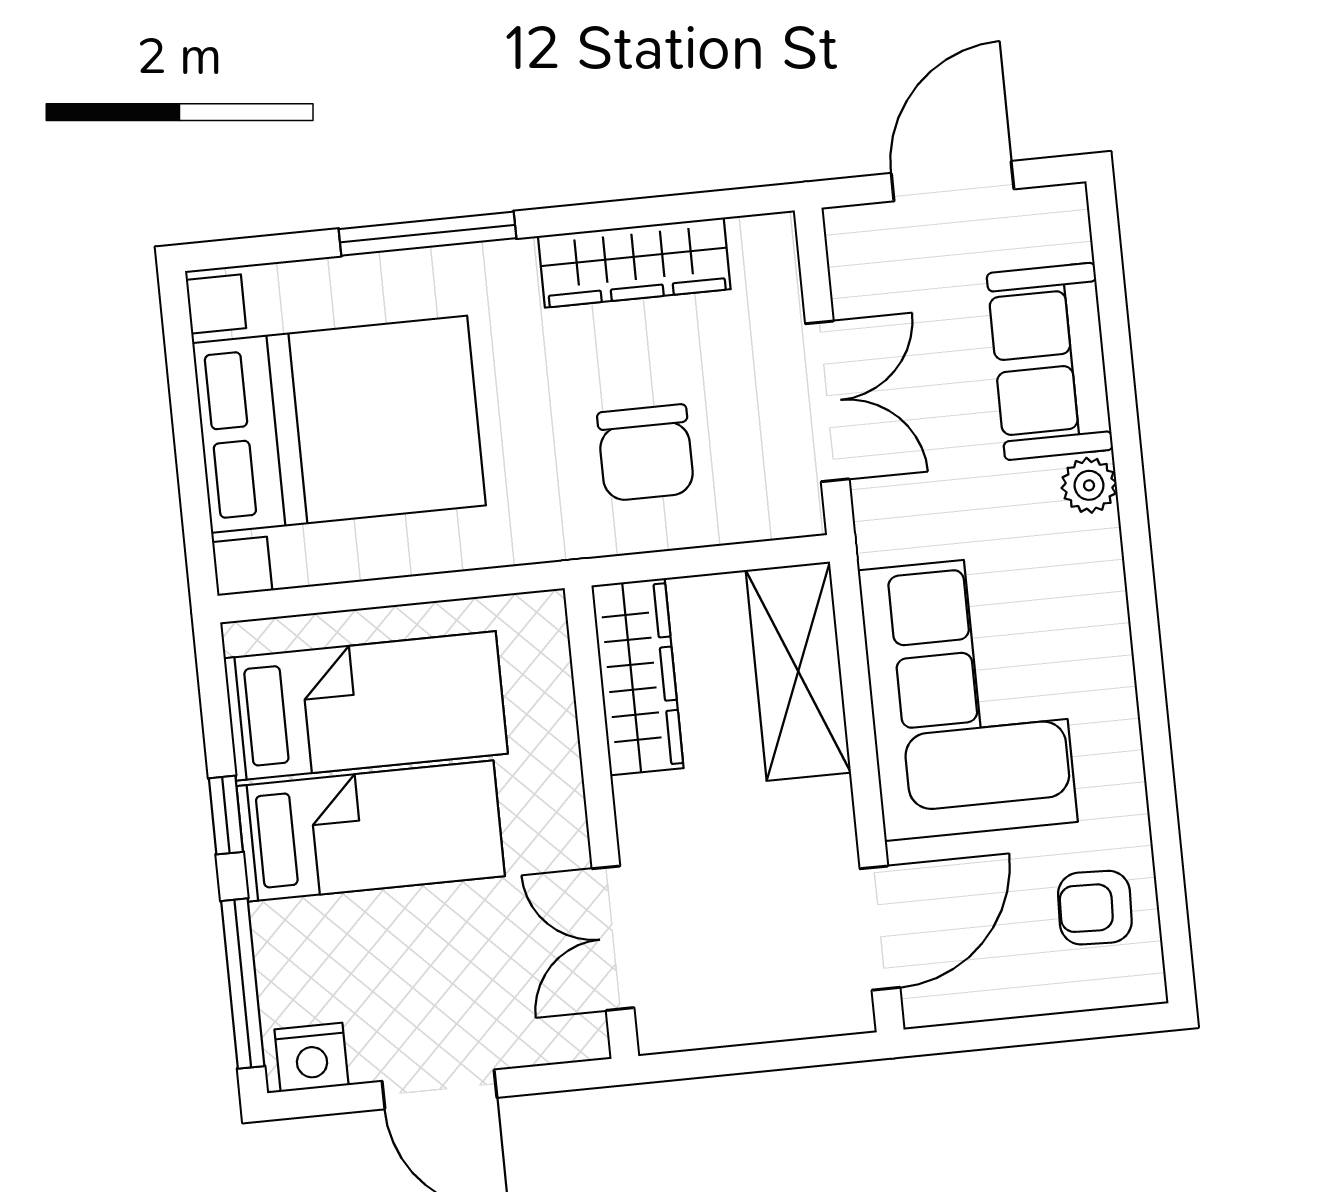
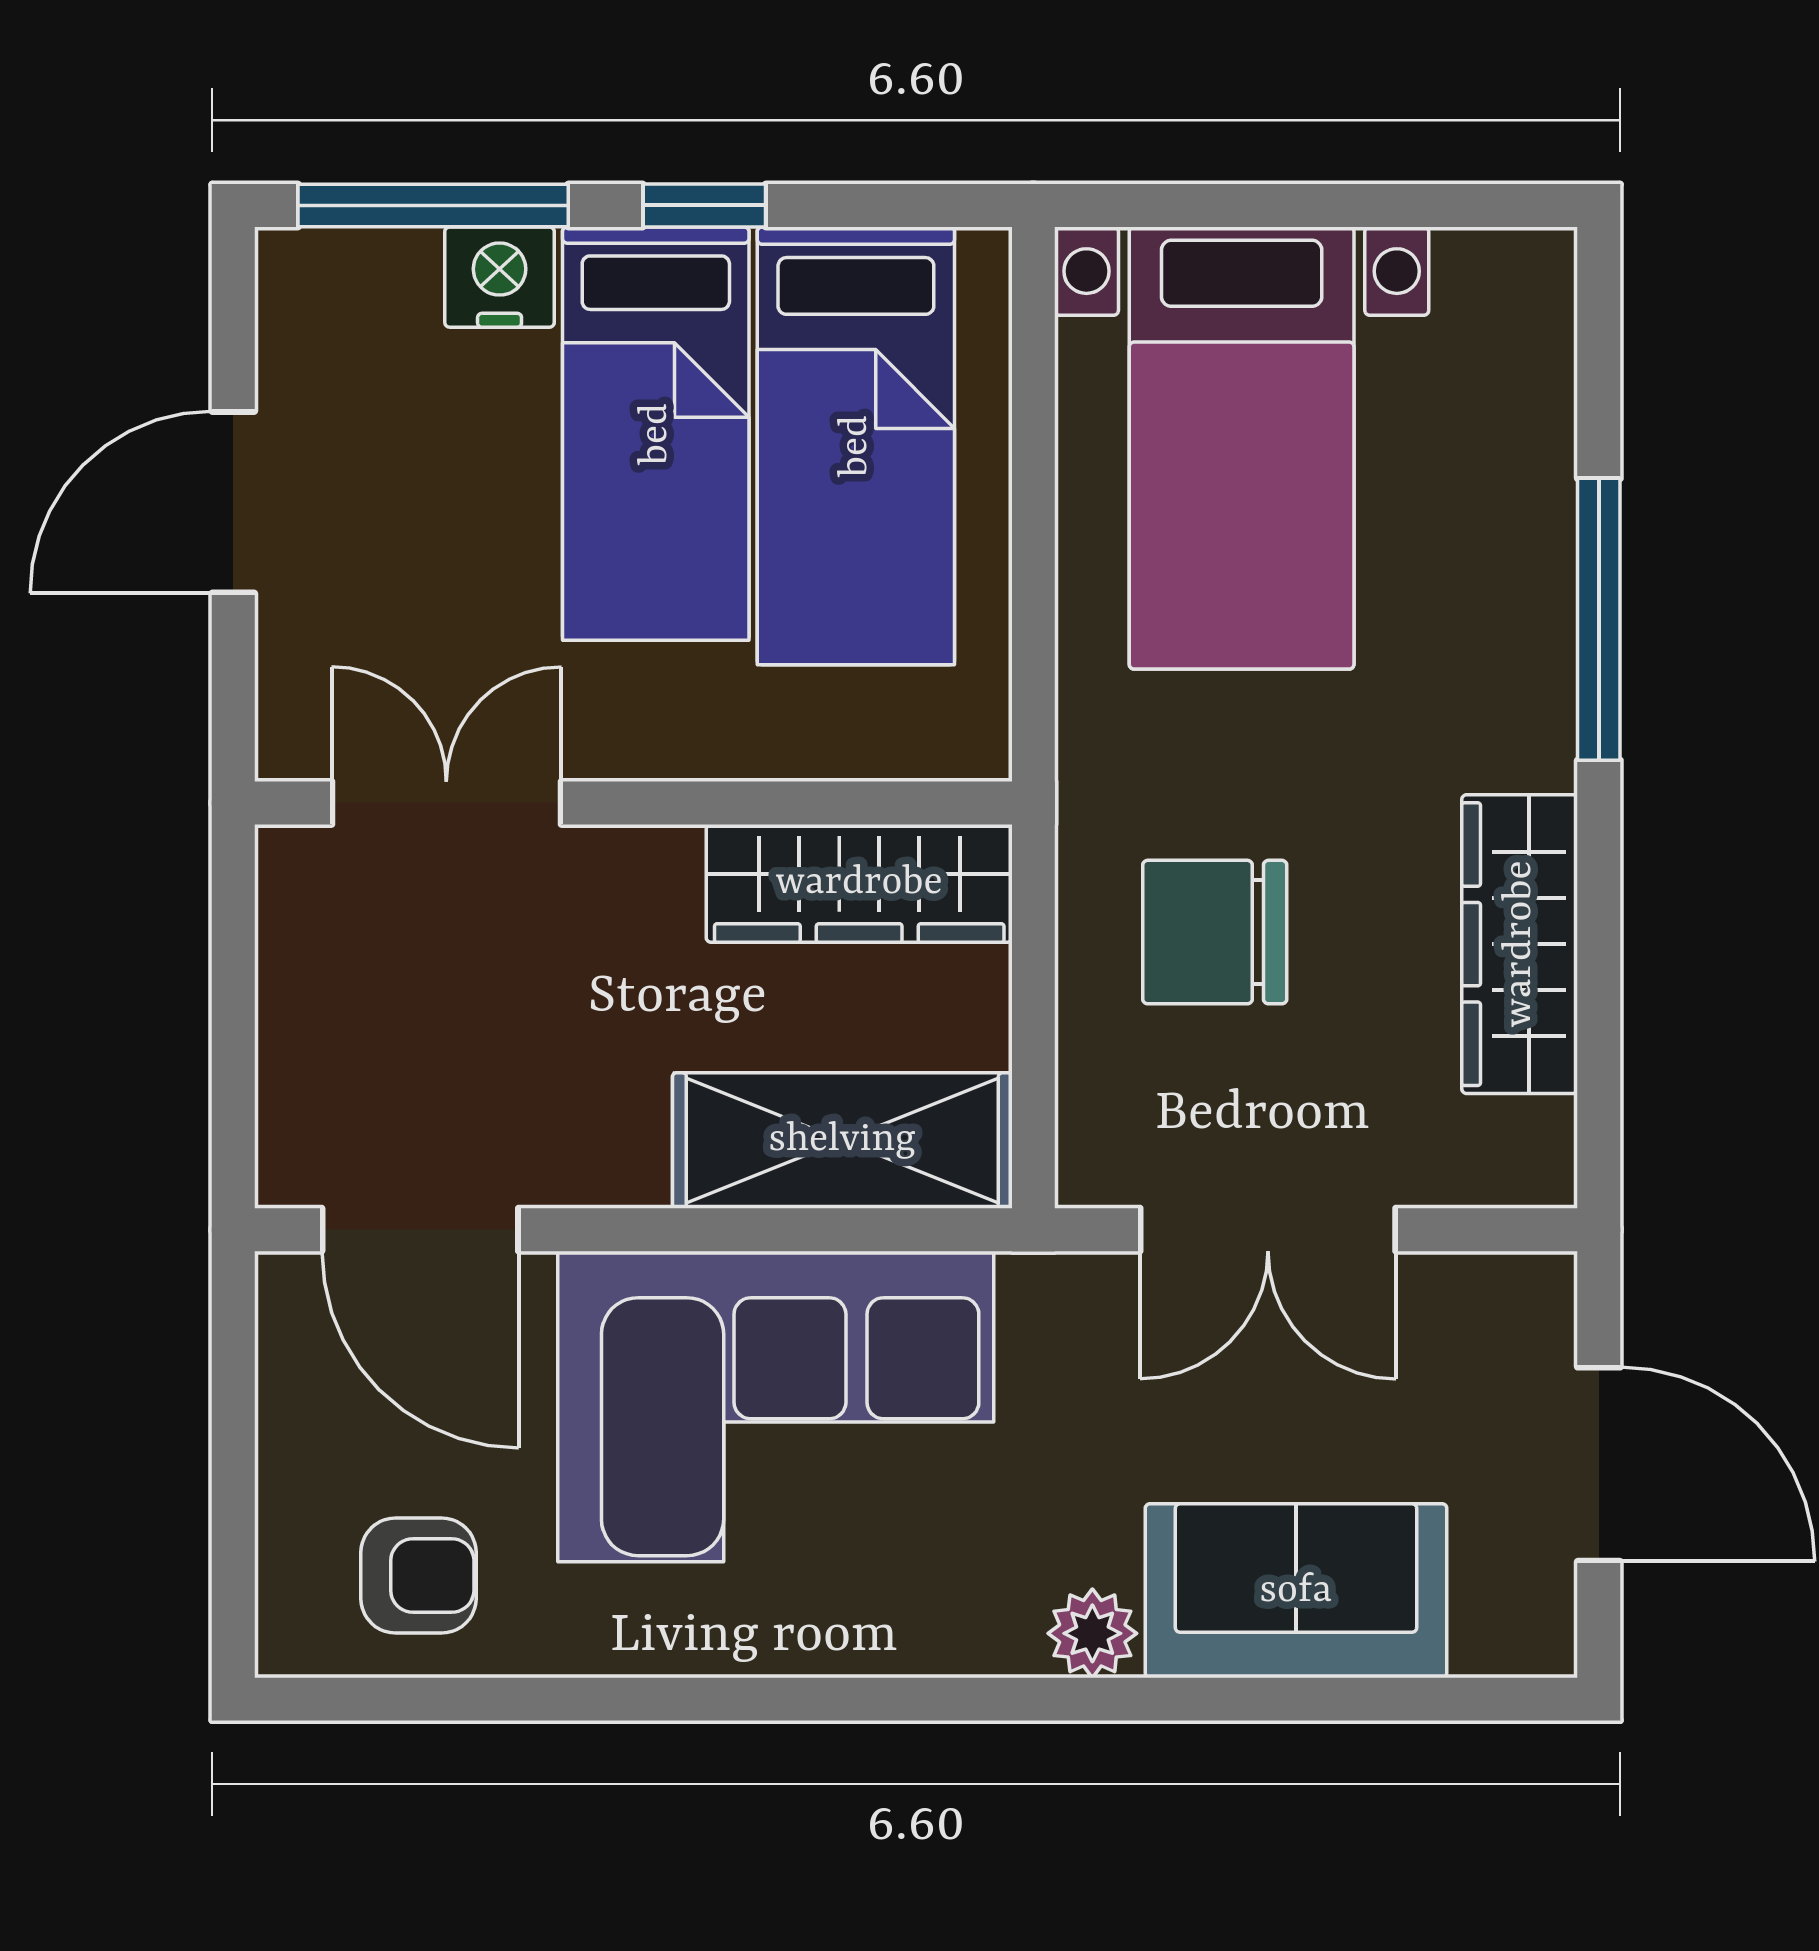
bed with nightstands: (339, 424) -> (1242, 448), width x0.73
armchair: (1095, 908) -> (419, 1576), turned 88
nightstand: (312, 1057) -> (500, 277), moved, turned 90

